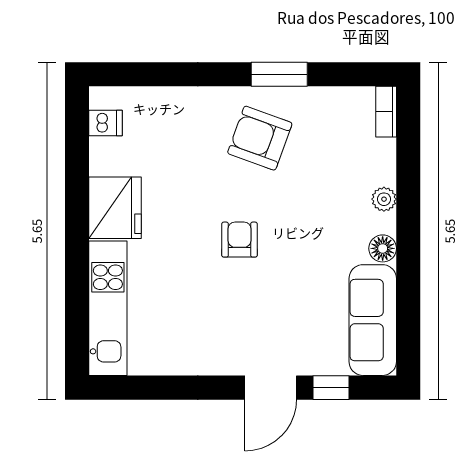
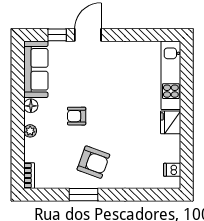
fridge: (115, 208) -> (171, 122), width x0.73, depth x0.75
armchair: (239, 240) -> (77, 116), moved, turned 90

